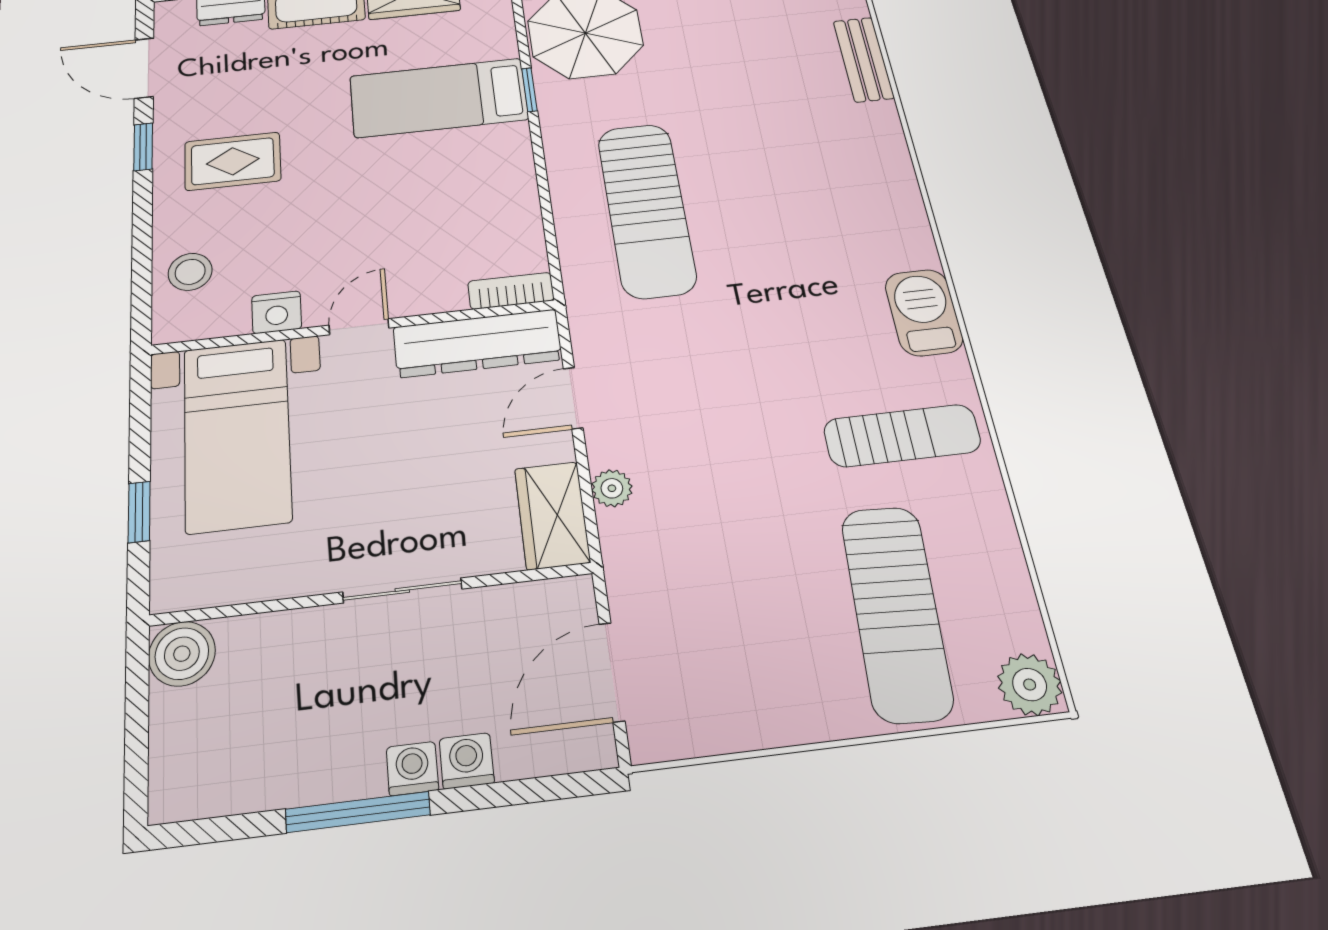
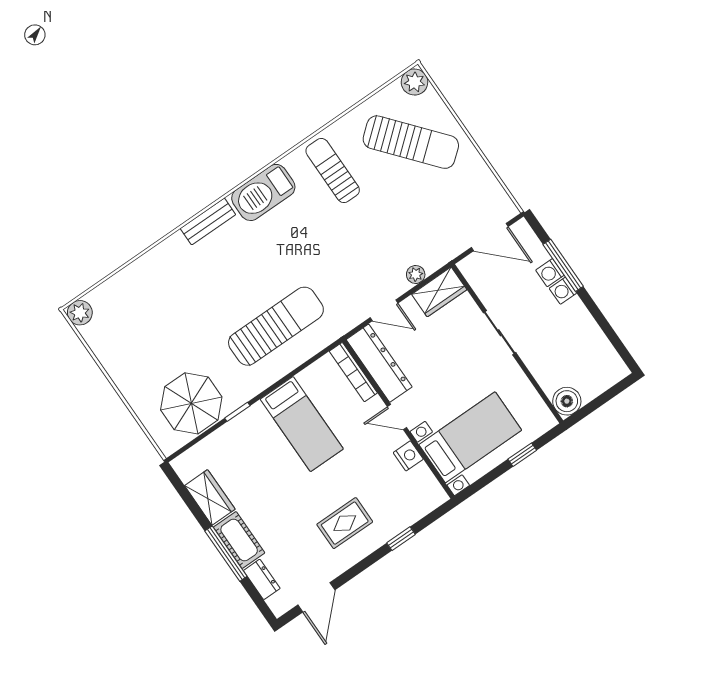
bench: (864, 59) -> (208, 221), moved
bed: (439, 98) -> (302, 424), moved
window: (143, 147) -> (401, 539), moved
rug: (233, 161) -> (345, 523), turned 90
stool: (190, 272) -> (409, 505), removed
bookcase: (511, 291) -> (353, 372), width x1.56
barbecue: (924, 312) -> (263, 192), width x1.37, depth x1.21
sun lounger: (896, 612) -> (411, 142), turned 47
window: (358, 812) -> (563, 265), moved

